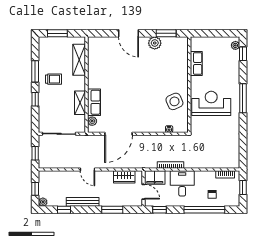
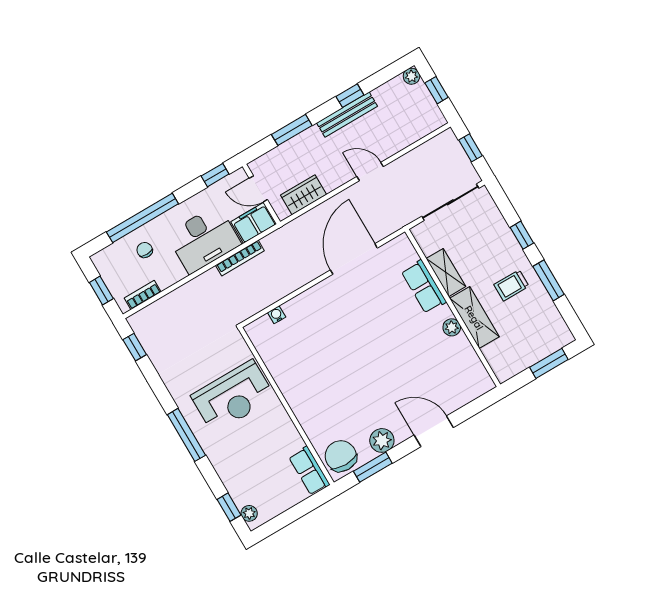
chair: (178, 47) -> (341, 456), added
shelving: (79, 60) -> (474, 318), moved
row of seats: (196, 63) -> (309, 471), moved
side table: (174, 101) -> (294, 365), removed
plant: (92, 121) -> (452, 327), moved
window: (243, 153) -> (135, 347), added
desk: (182, 183) -> (204, 239), width x1.37
window: (64, 210) -> (350, 96), moved

